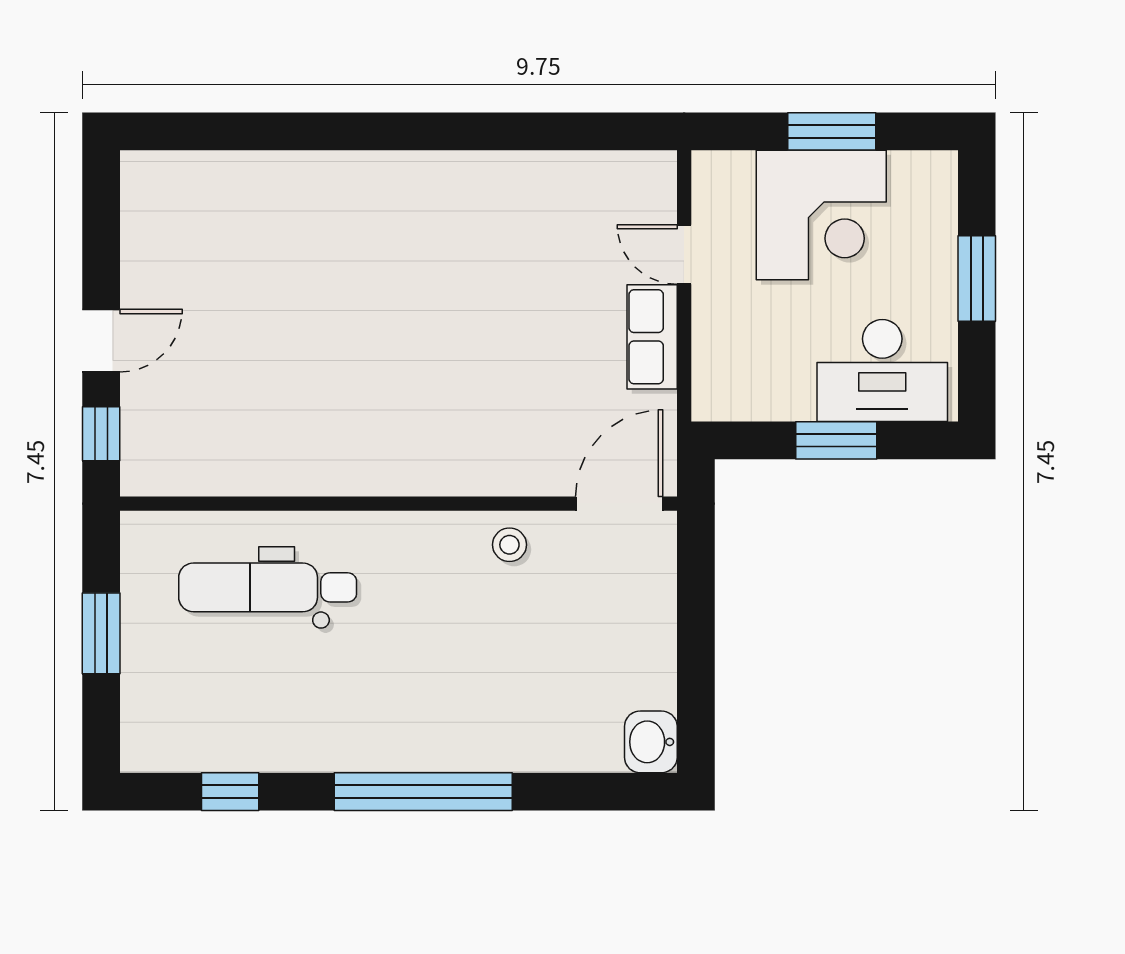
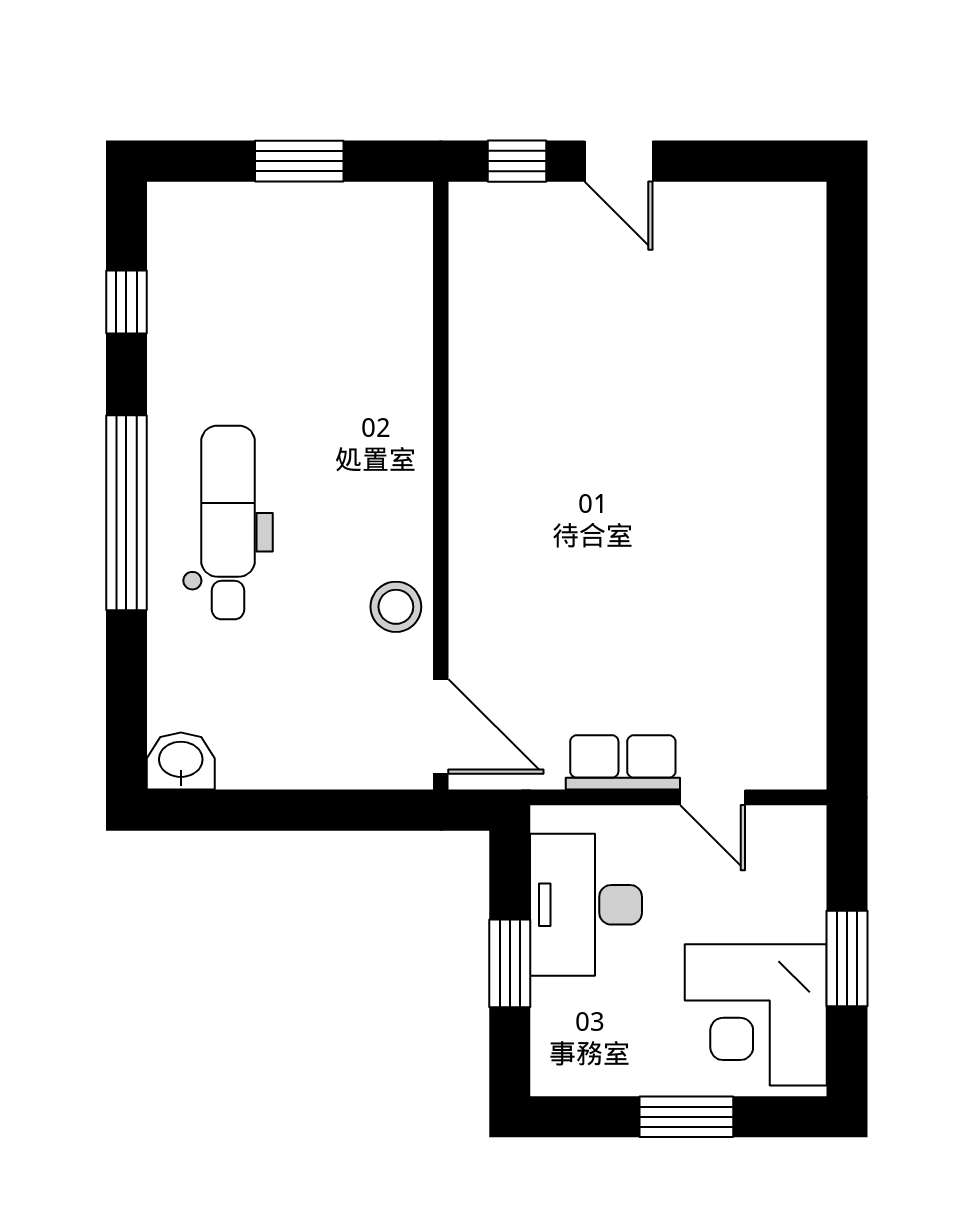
corner desk: (821, 215) -> (756, 1015), moved
door: (684, 255) -> (713, 797), swing flipped
desk: (882, 371) -> (586, 905), moved
stool: (509, 545) -> (396, 607), width x1.37, depth x1.37
dental chair: (268, 587) -> (228, 522), moved

